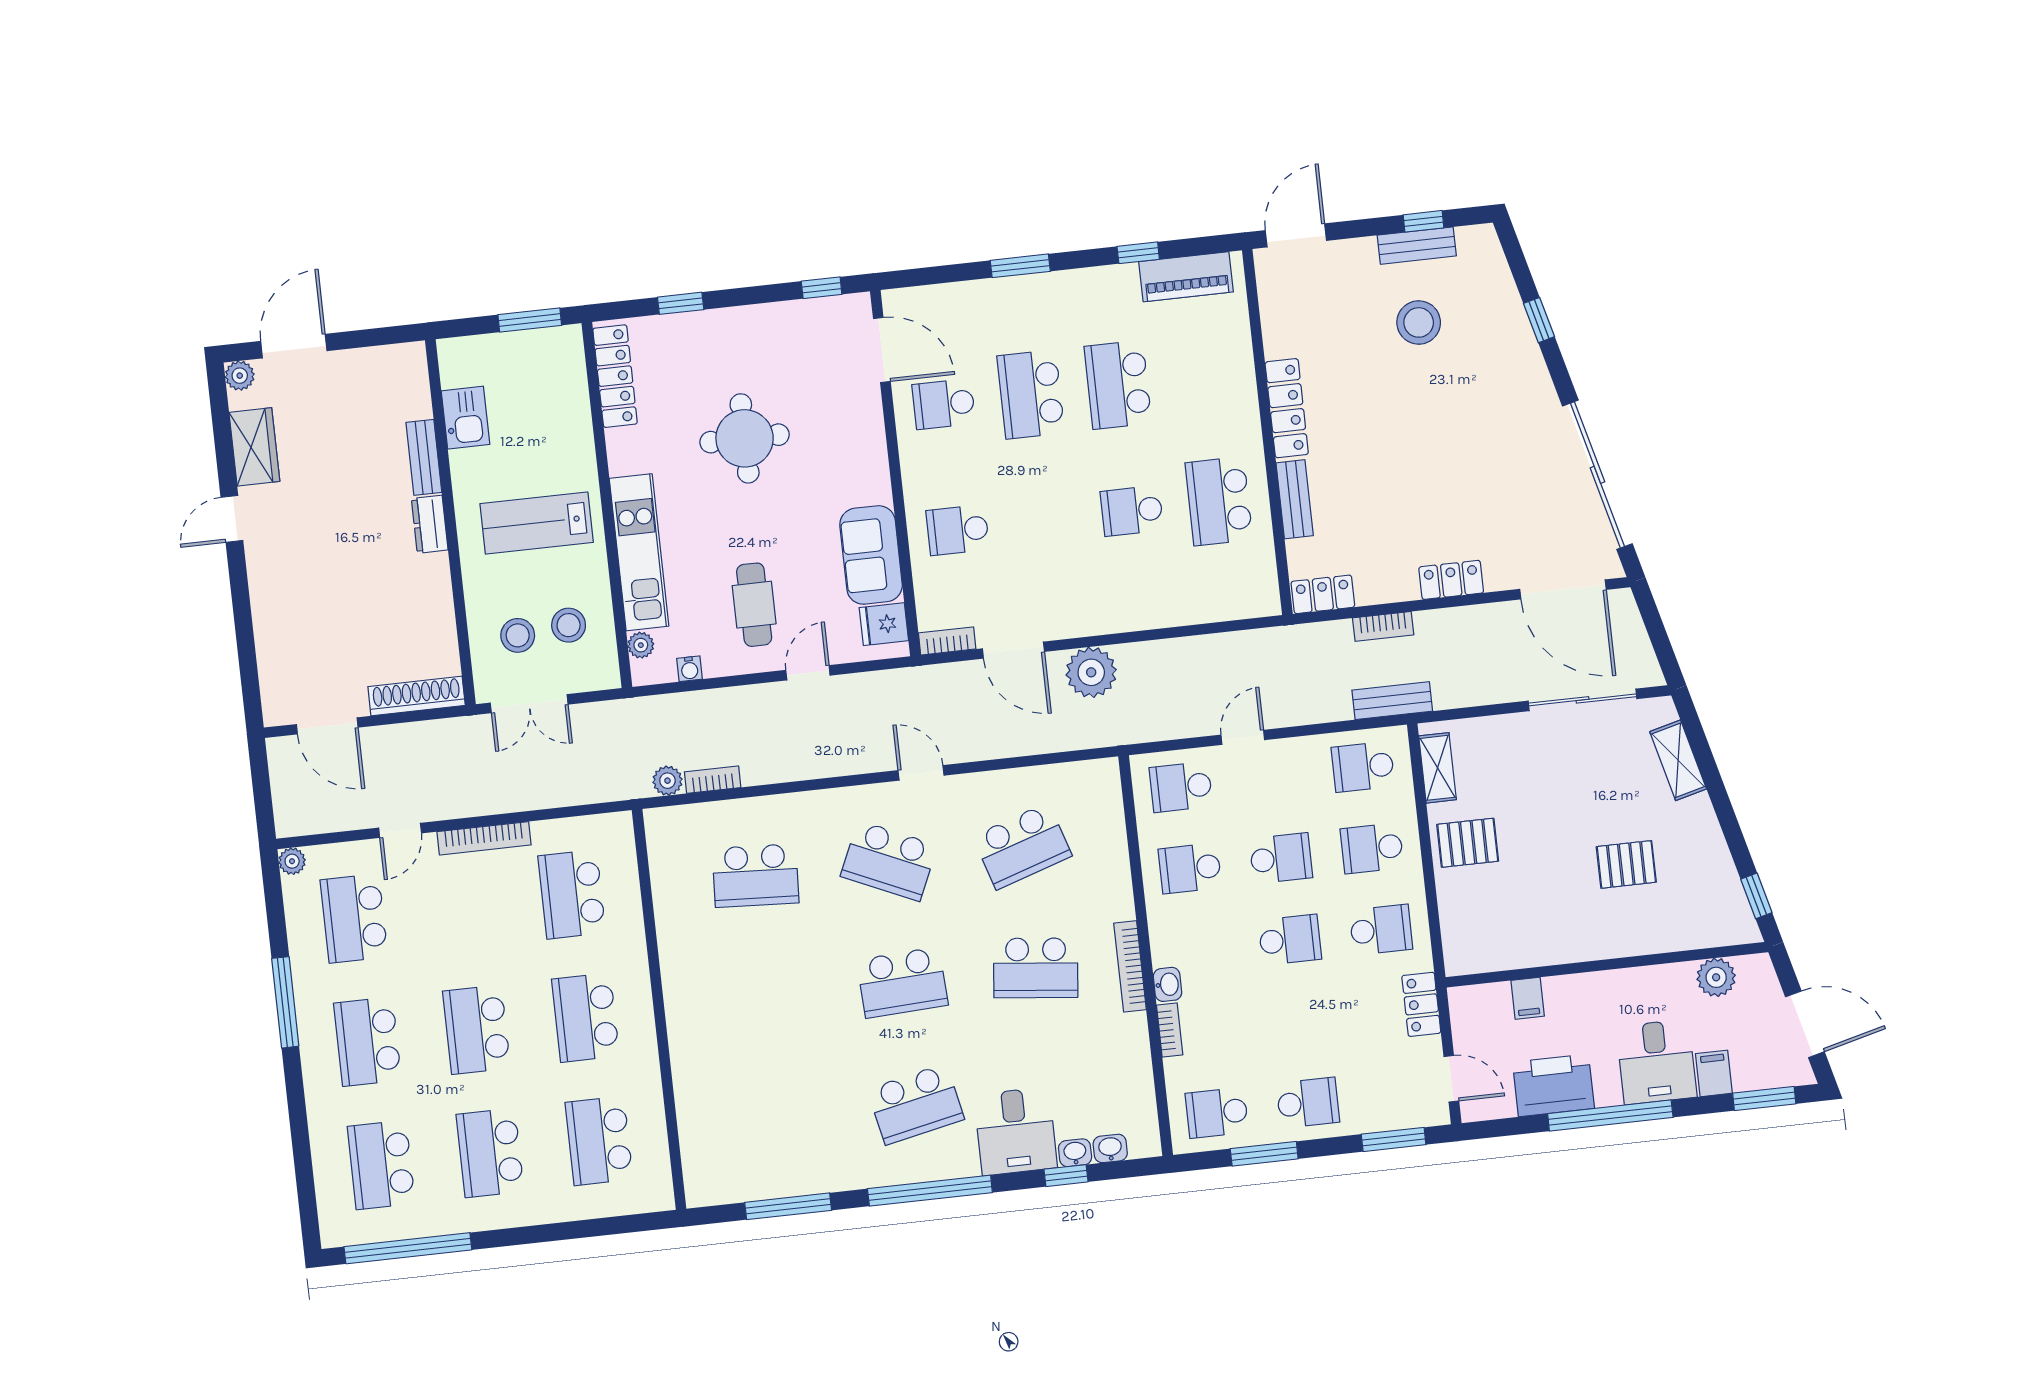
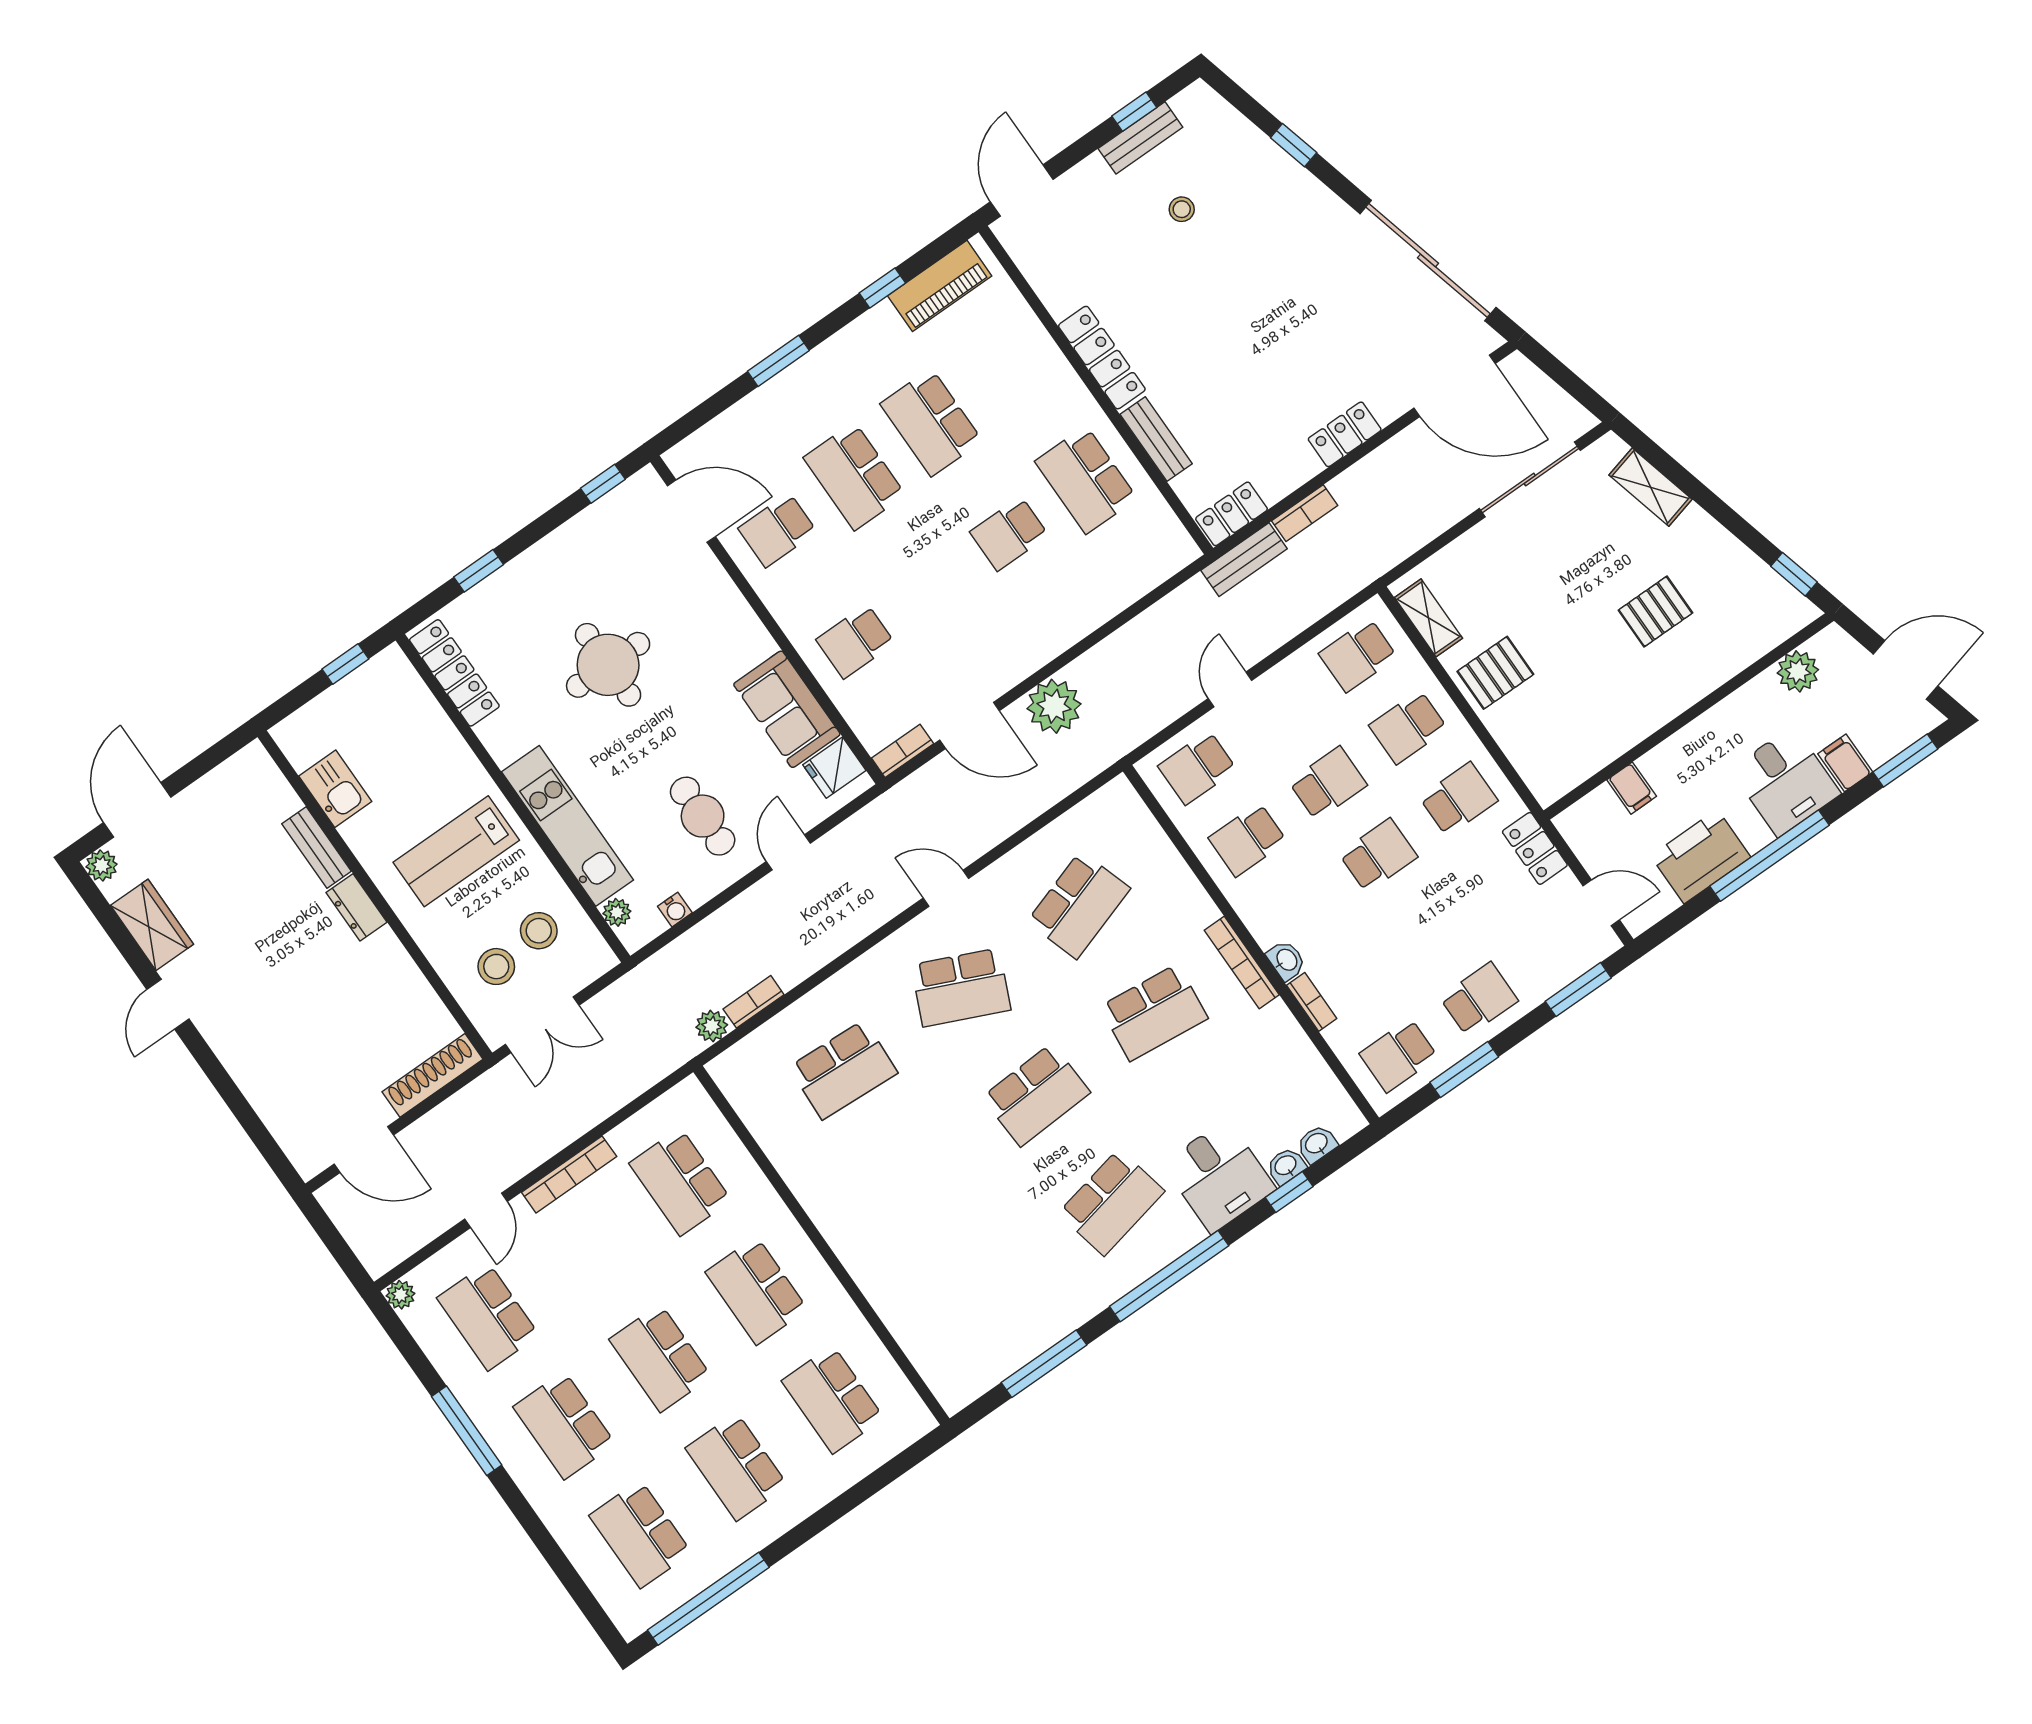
window: (530, 320) -> (345, 664), width x0.67
stool: (1419, 322) -> (1182, 209), width x0.53, depth x0.53
bench: (1392, 701) -> (1244, 560), moved

